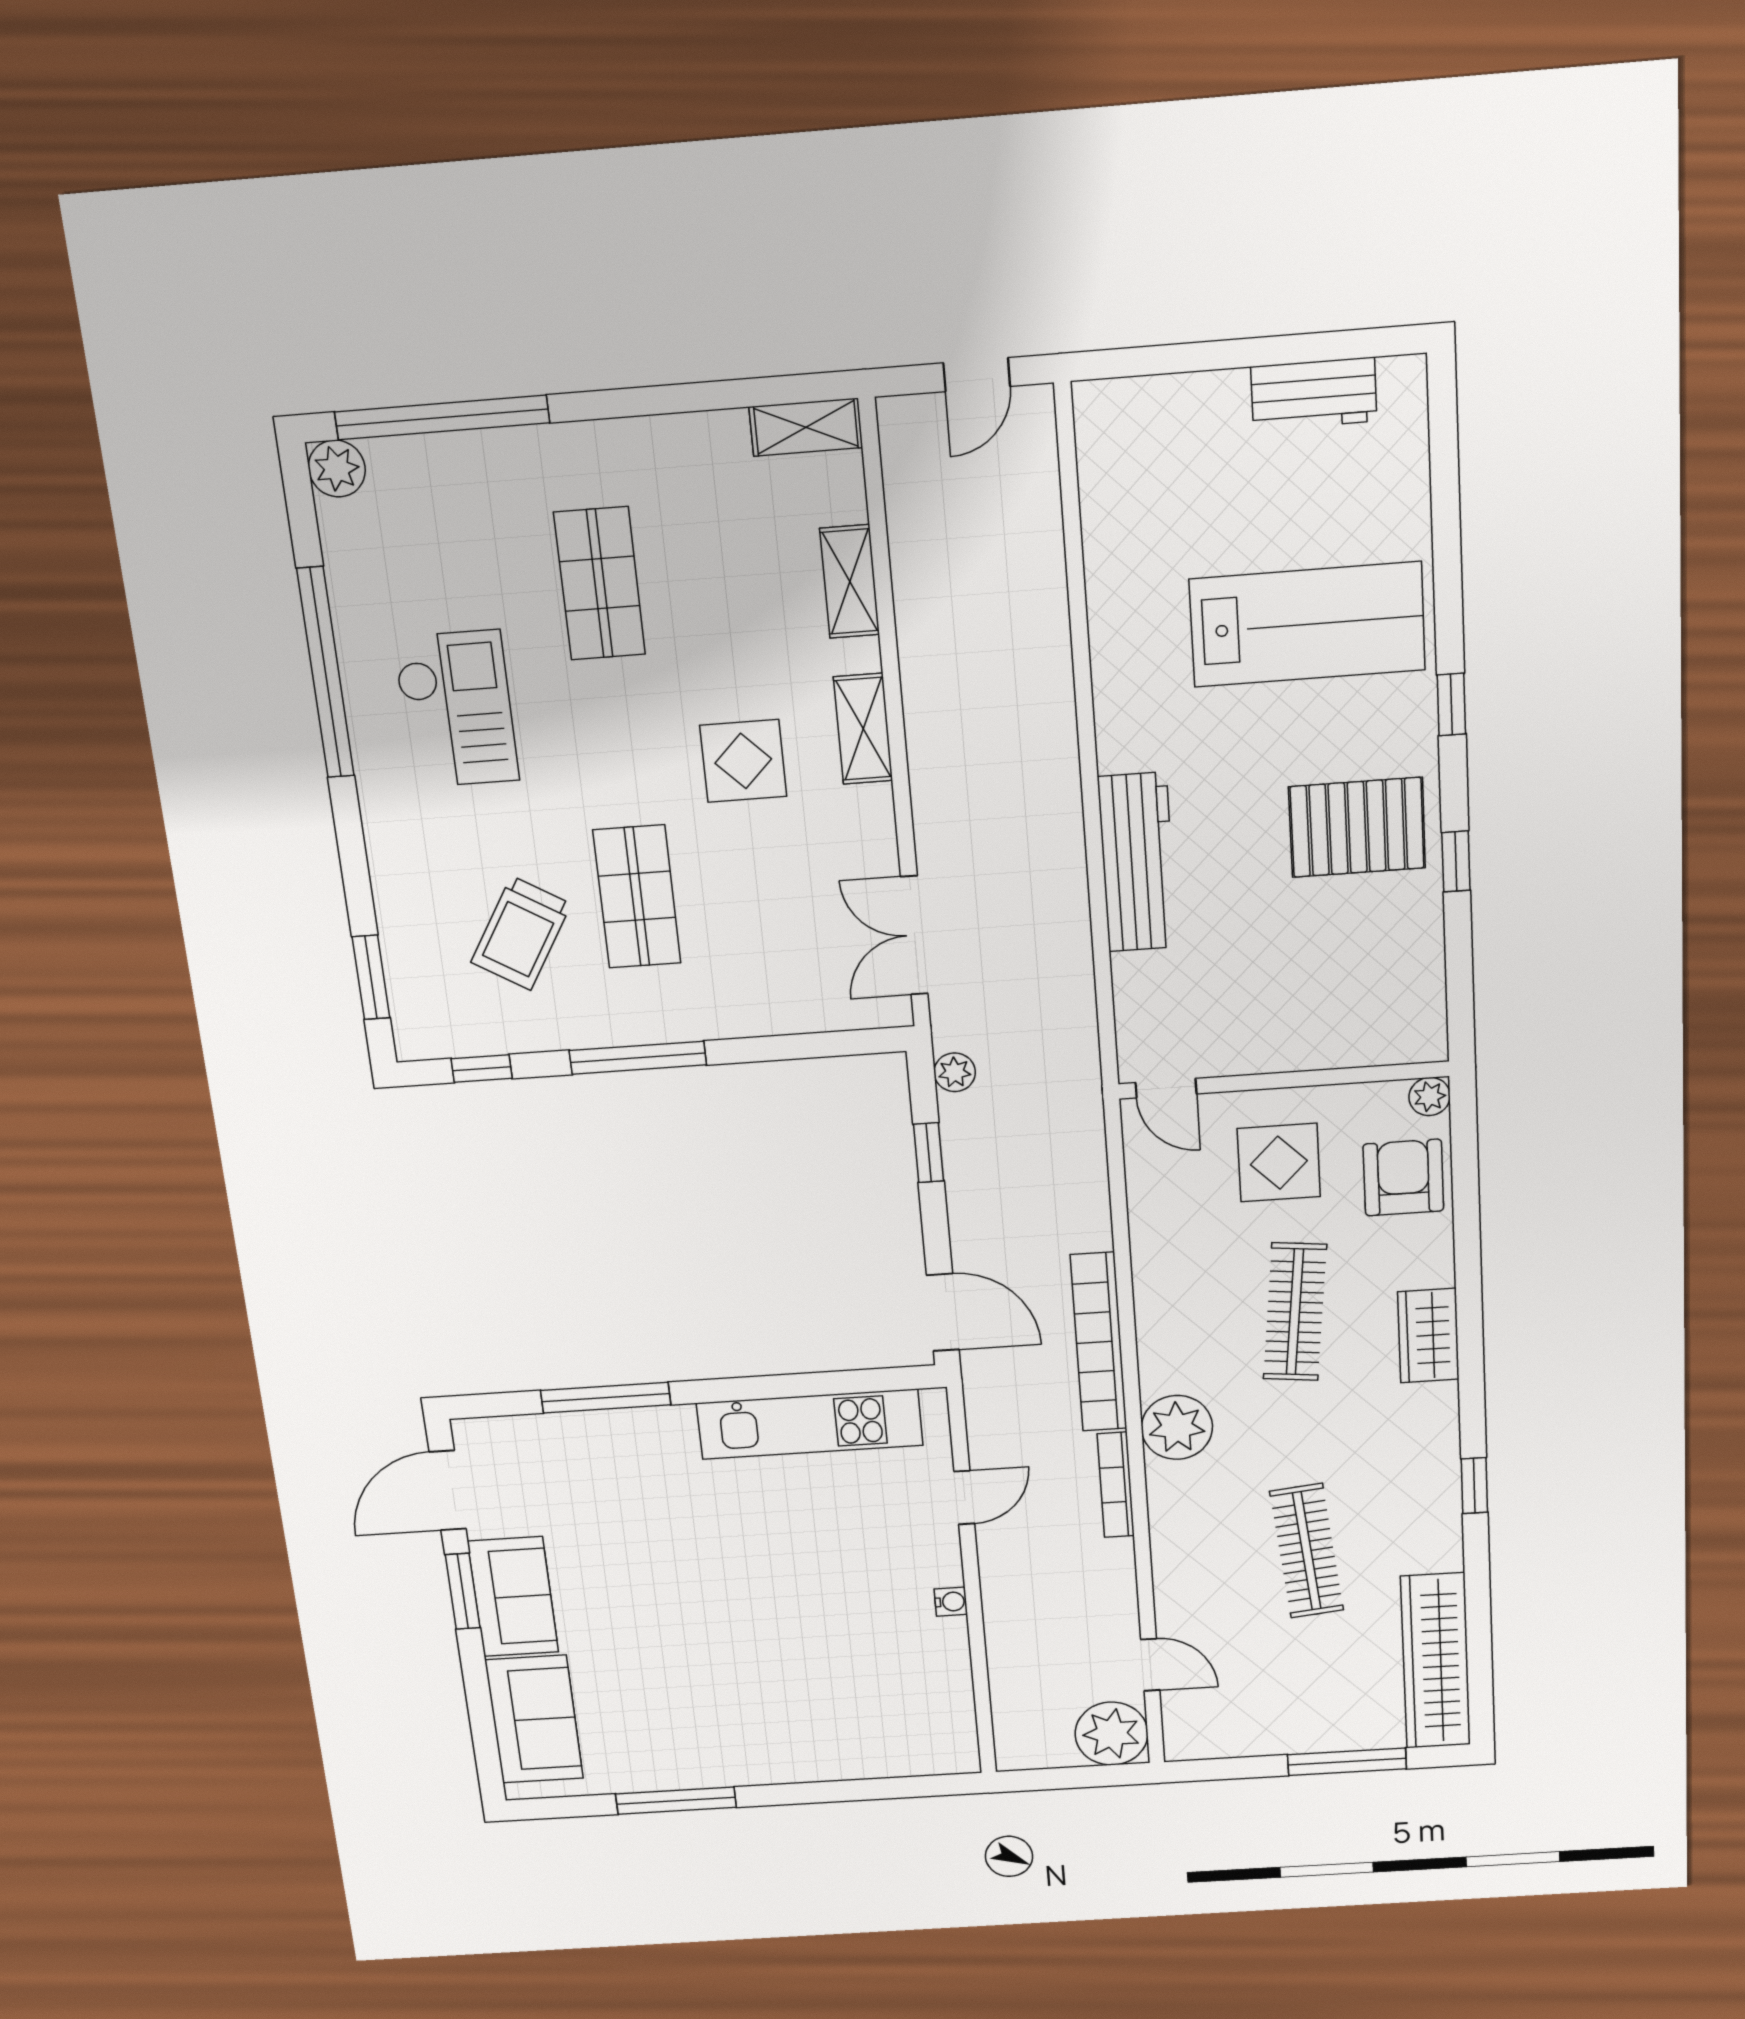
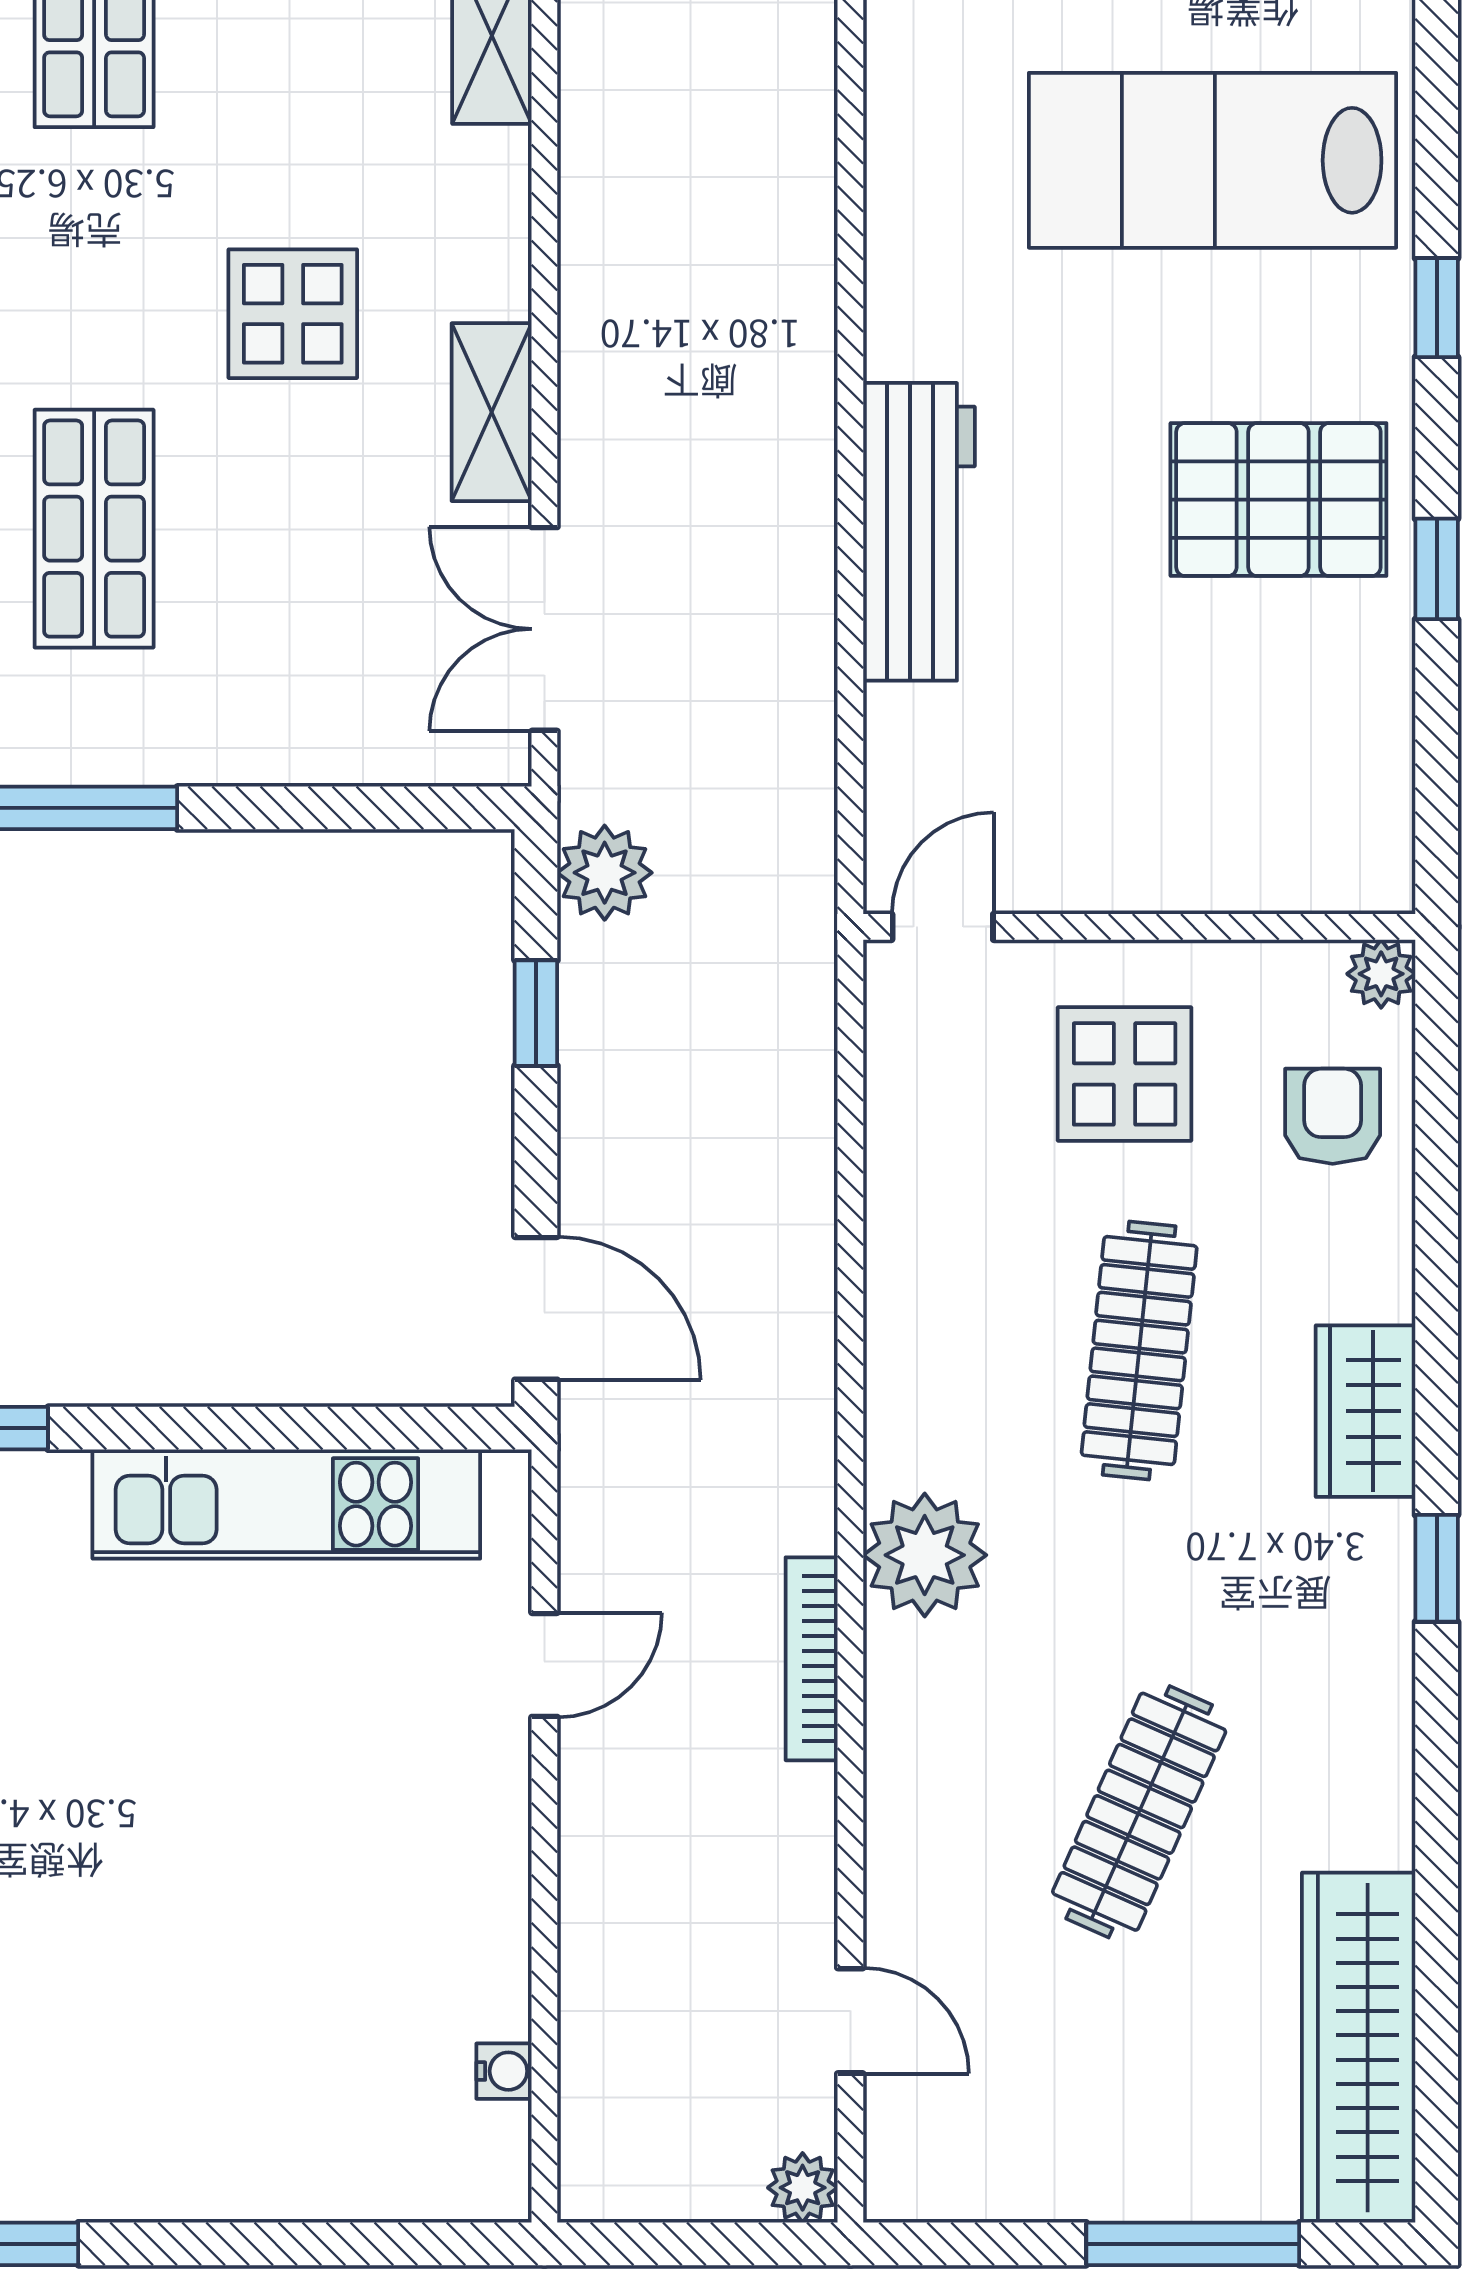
lab bench: (1307, 624) -> (1212, 160), turned 180
shelving: (863, 729) -> (492, 412), moved
plant: (955, 1072) -> (605, 873), width x1.38, depth x1.38
door: (1166, 1088) -> (943, 927), swing flipped
armchair: (1403, 1178) -> (1333, 1116), width x0.72, depth x0.72
bookcase: (1099, 1342) -> (800, 1383), removed
window: (1474, 1486) -> (1437, 1568), moved
clothes rail: (1307, 1551) -> (1139, 1812), turned 30
water cooler: (951, 1602) -> (504, 2071), moved
plant: (1112, 1734) -> (803, 2188), width x0.53, depth x0.53

